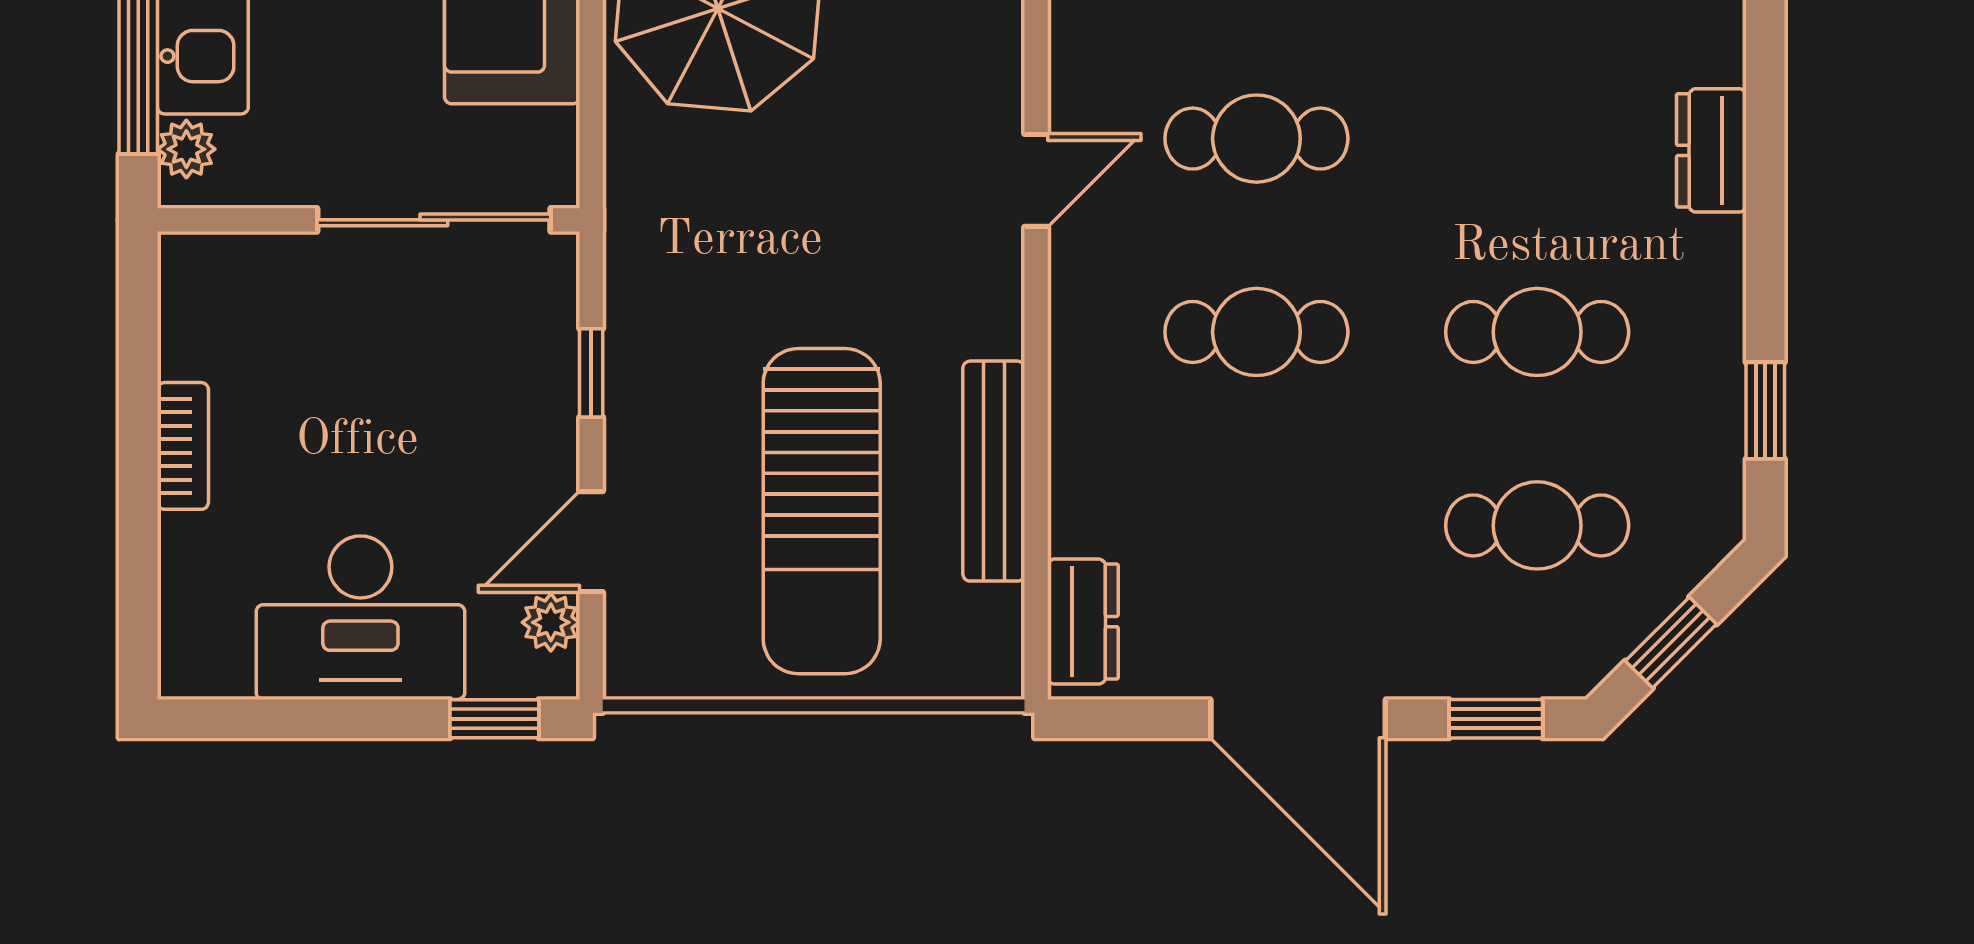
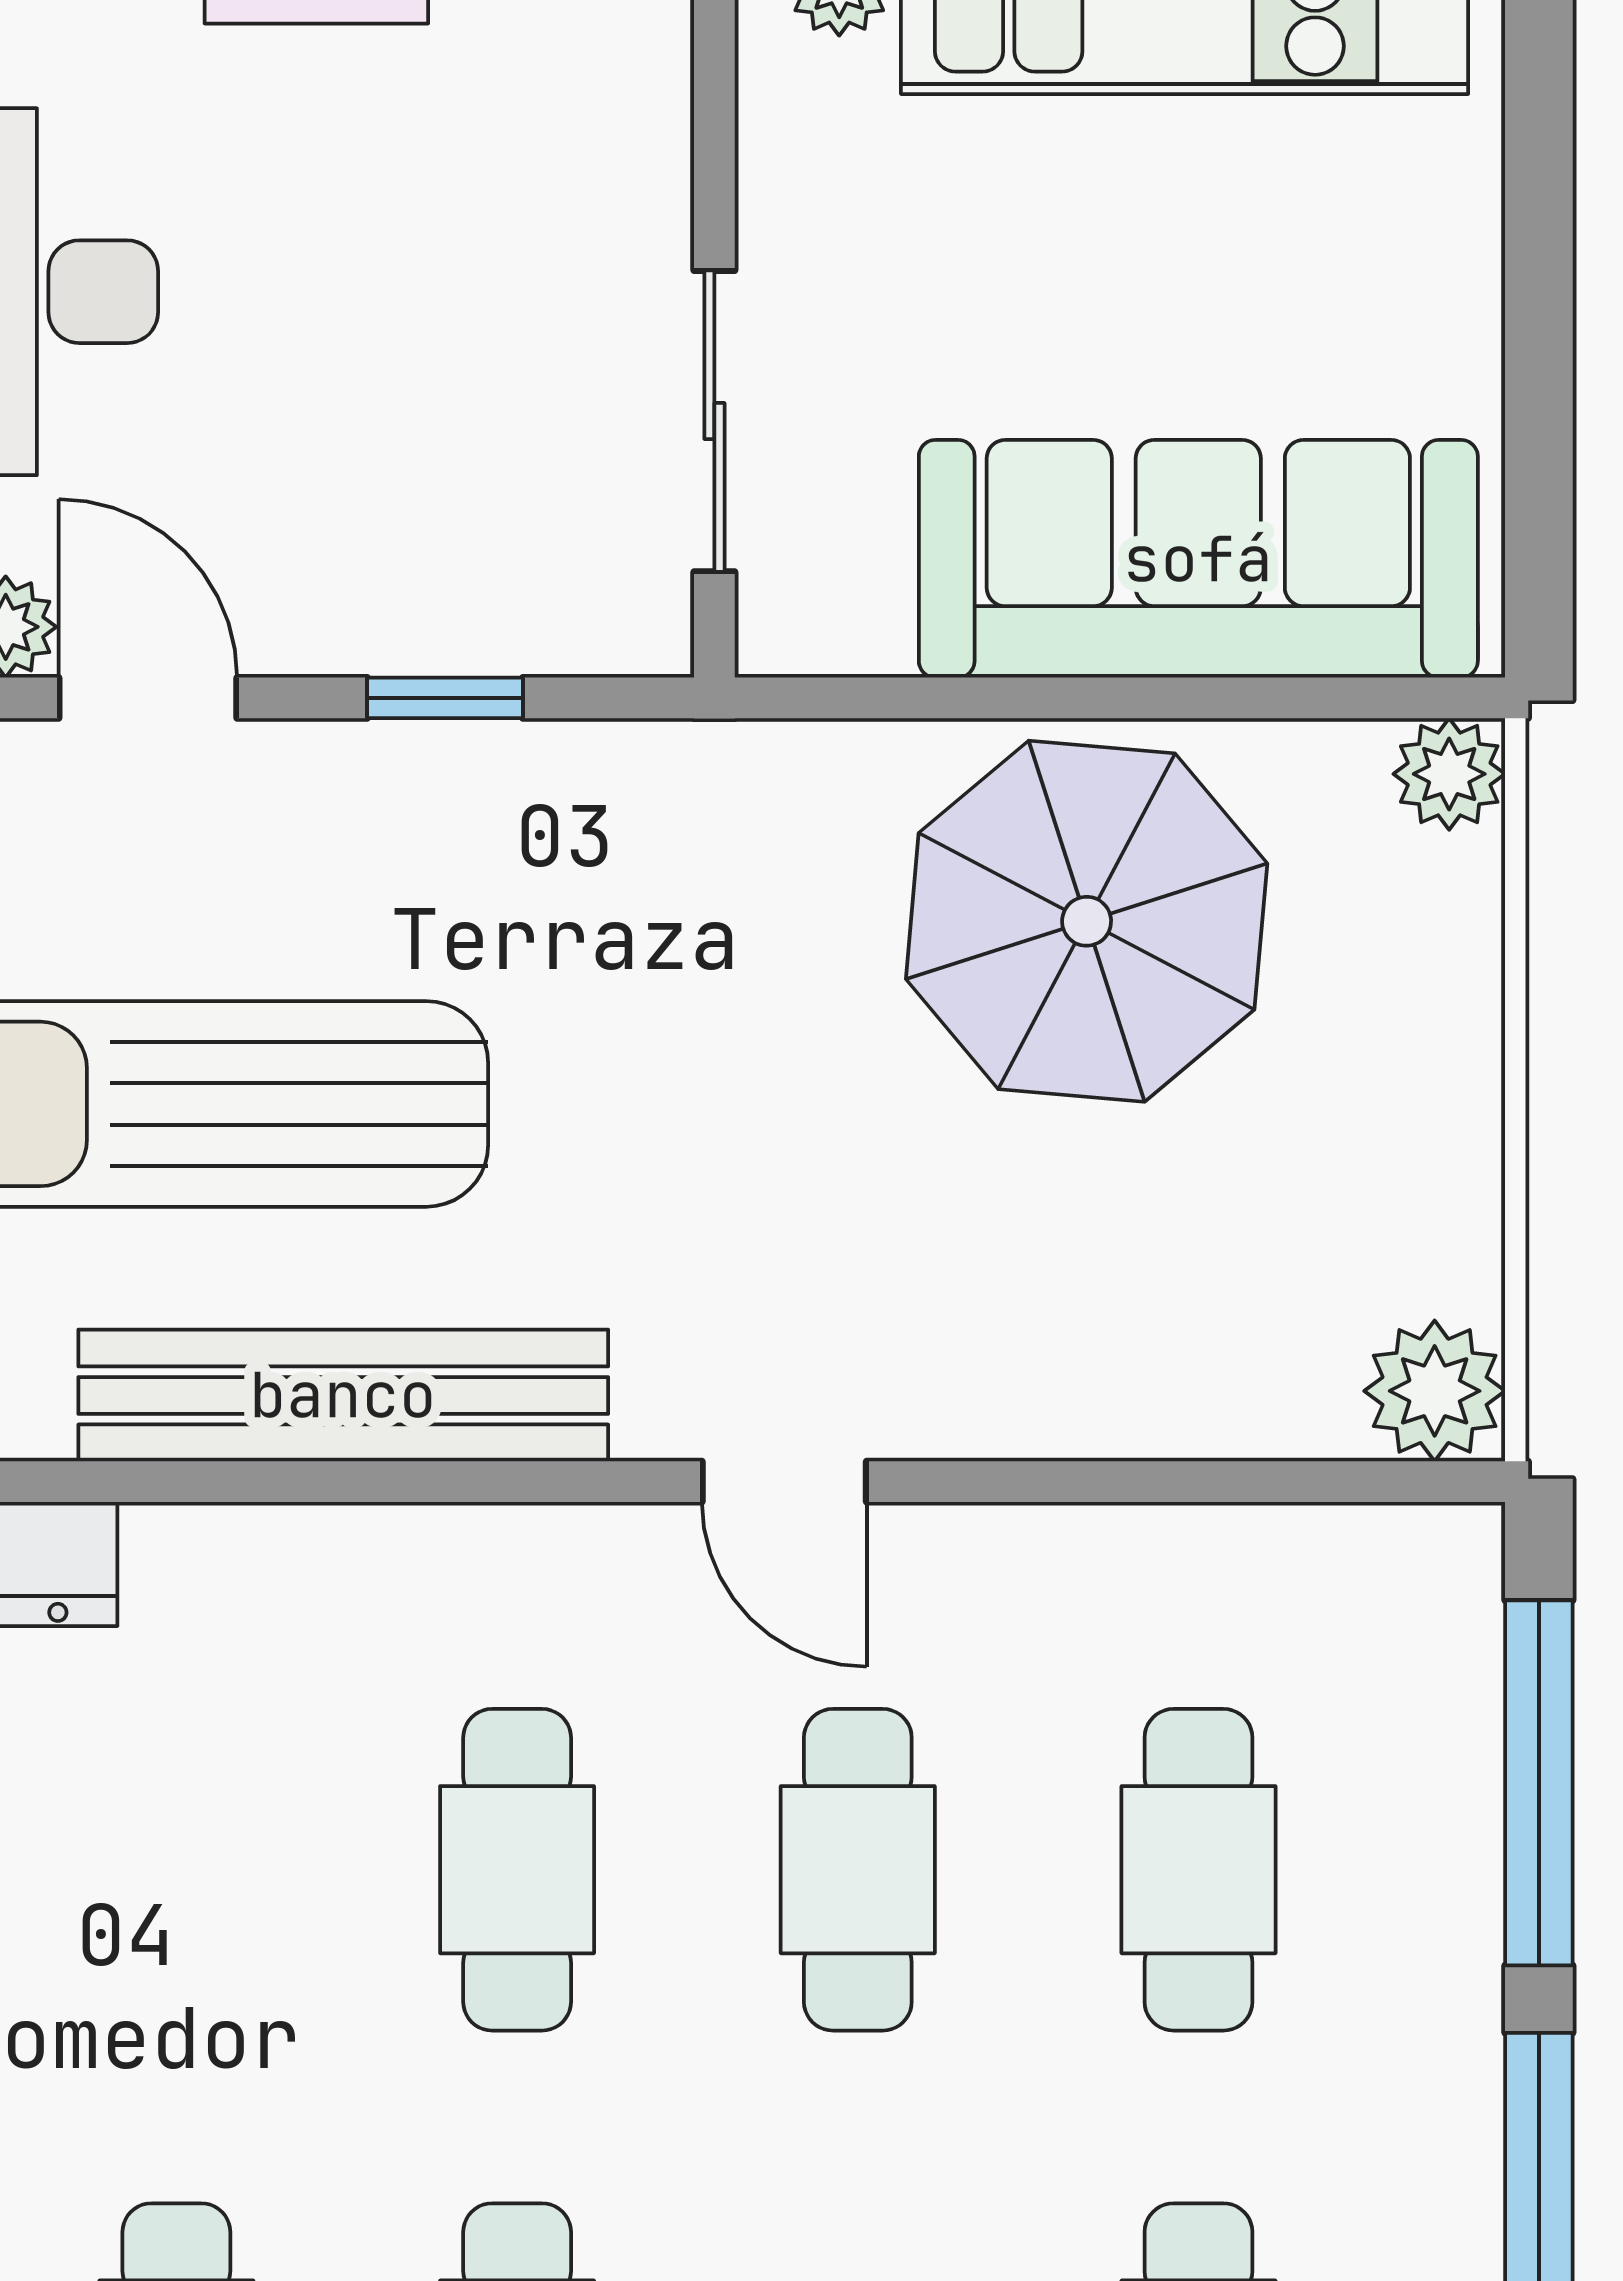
sliding door: (434, 220) -> (714, 421), width x0.73
bench: (994, 471) -> (343, 1395), width x1.37, depth x1.21

